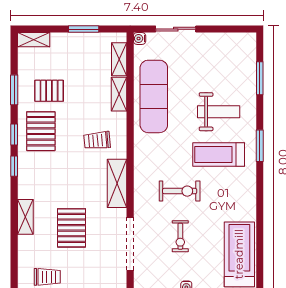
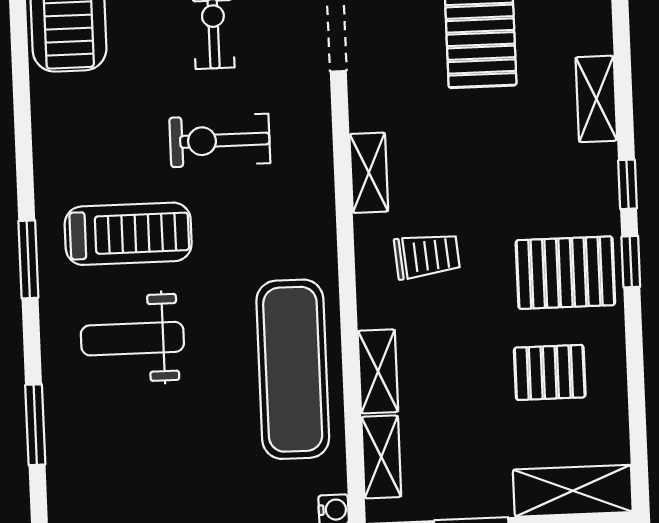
shelving: (34, 40) -> (573, 491), width x1.50, depth x1.33
window: (14, 90) -> (635, 371), removed
pallet: (41, 131) -> (565, 273), turned 90
shelving: (117, 183) -> (369, 173), width x0.67, depth x0.75
shelving: (25, 217) -> (596, 99), moved

